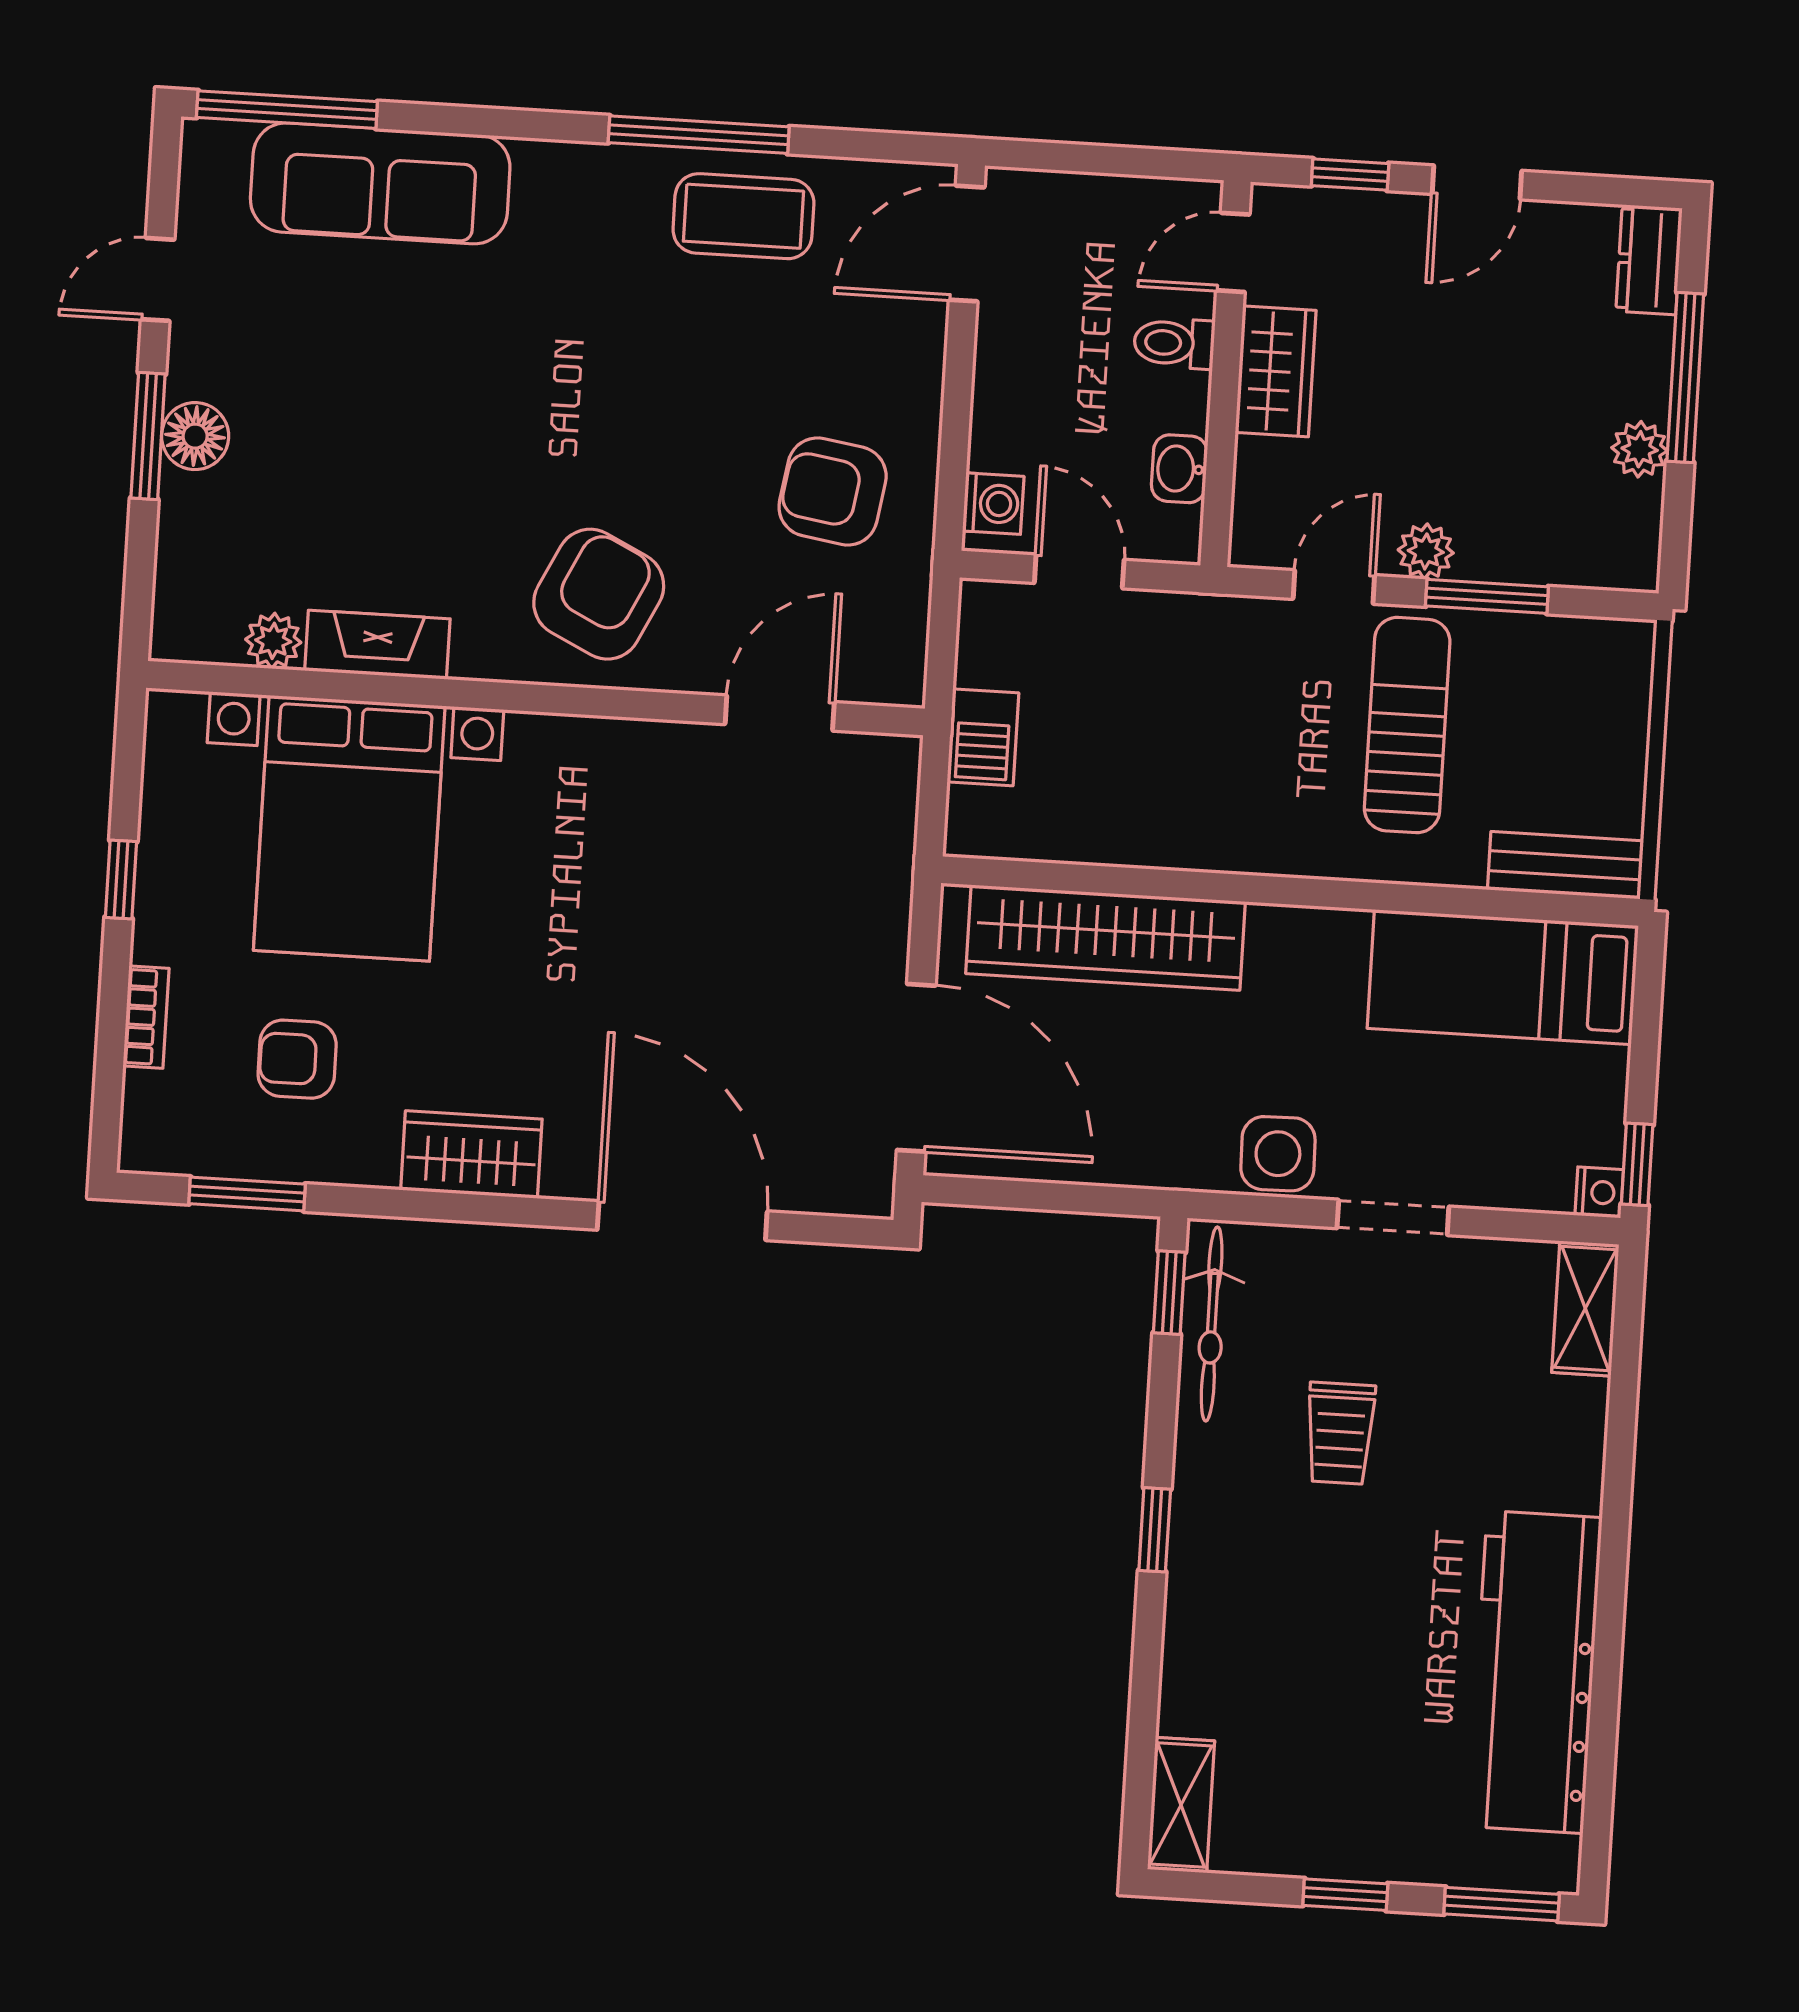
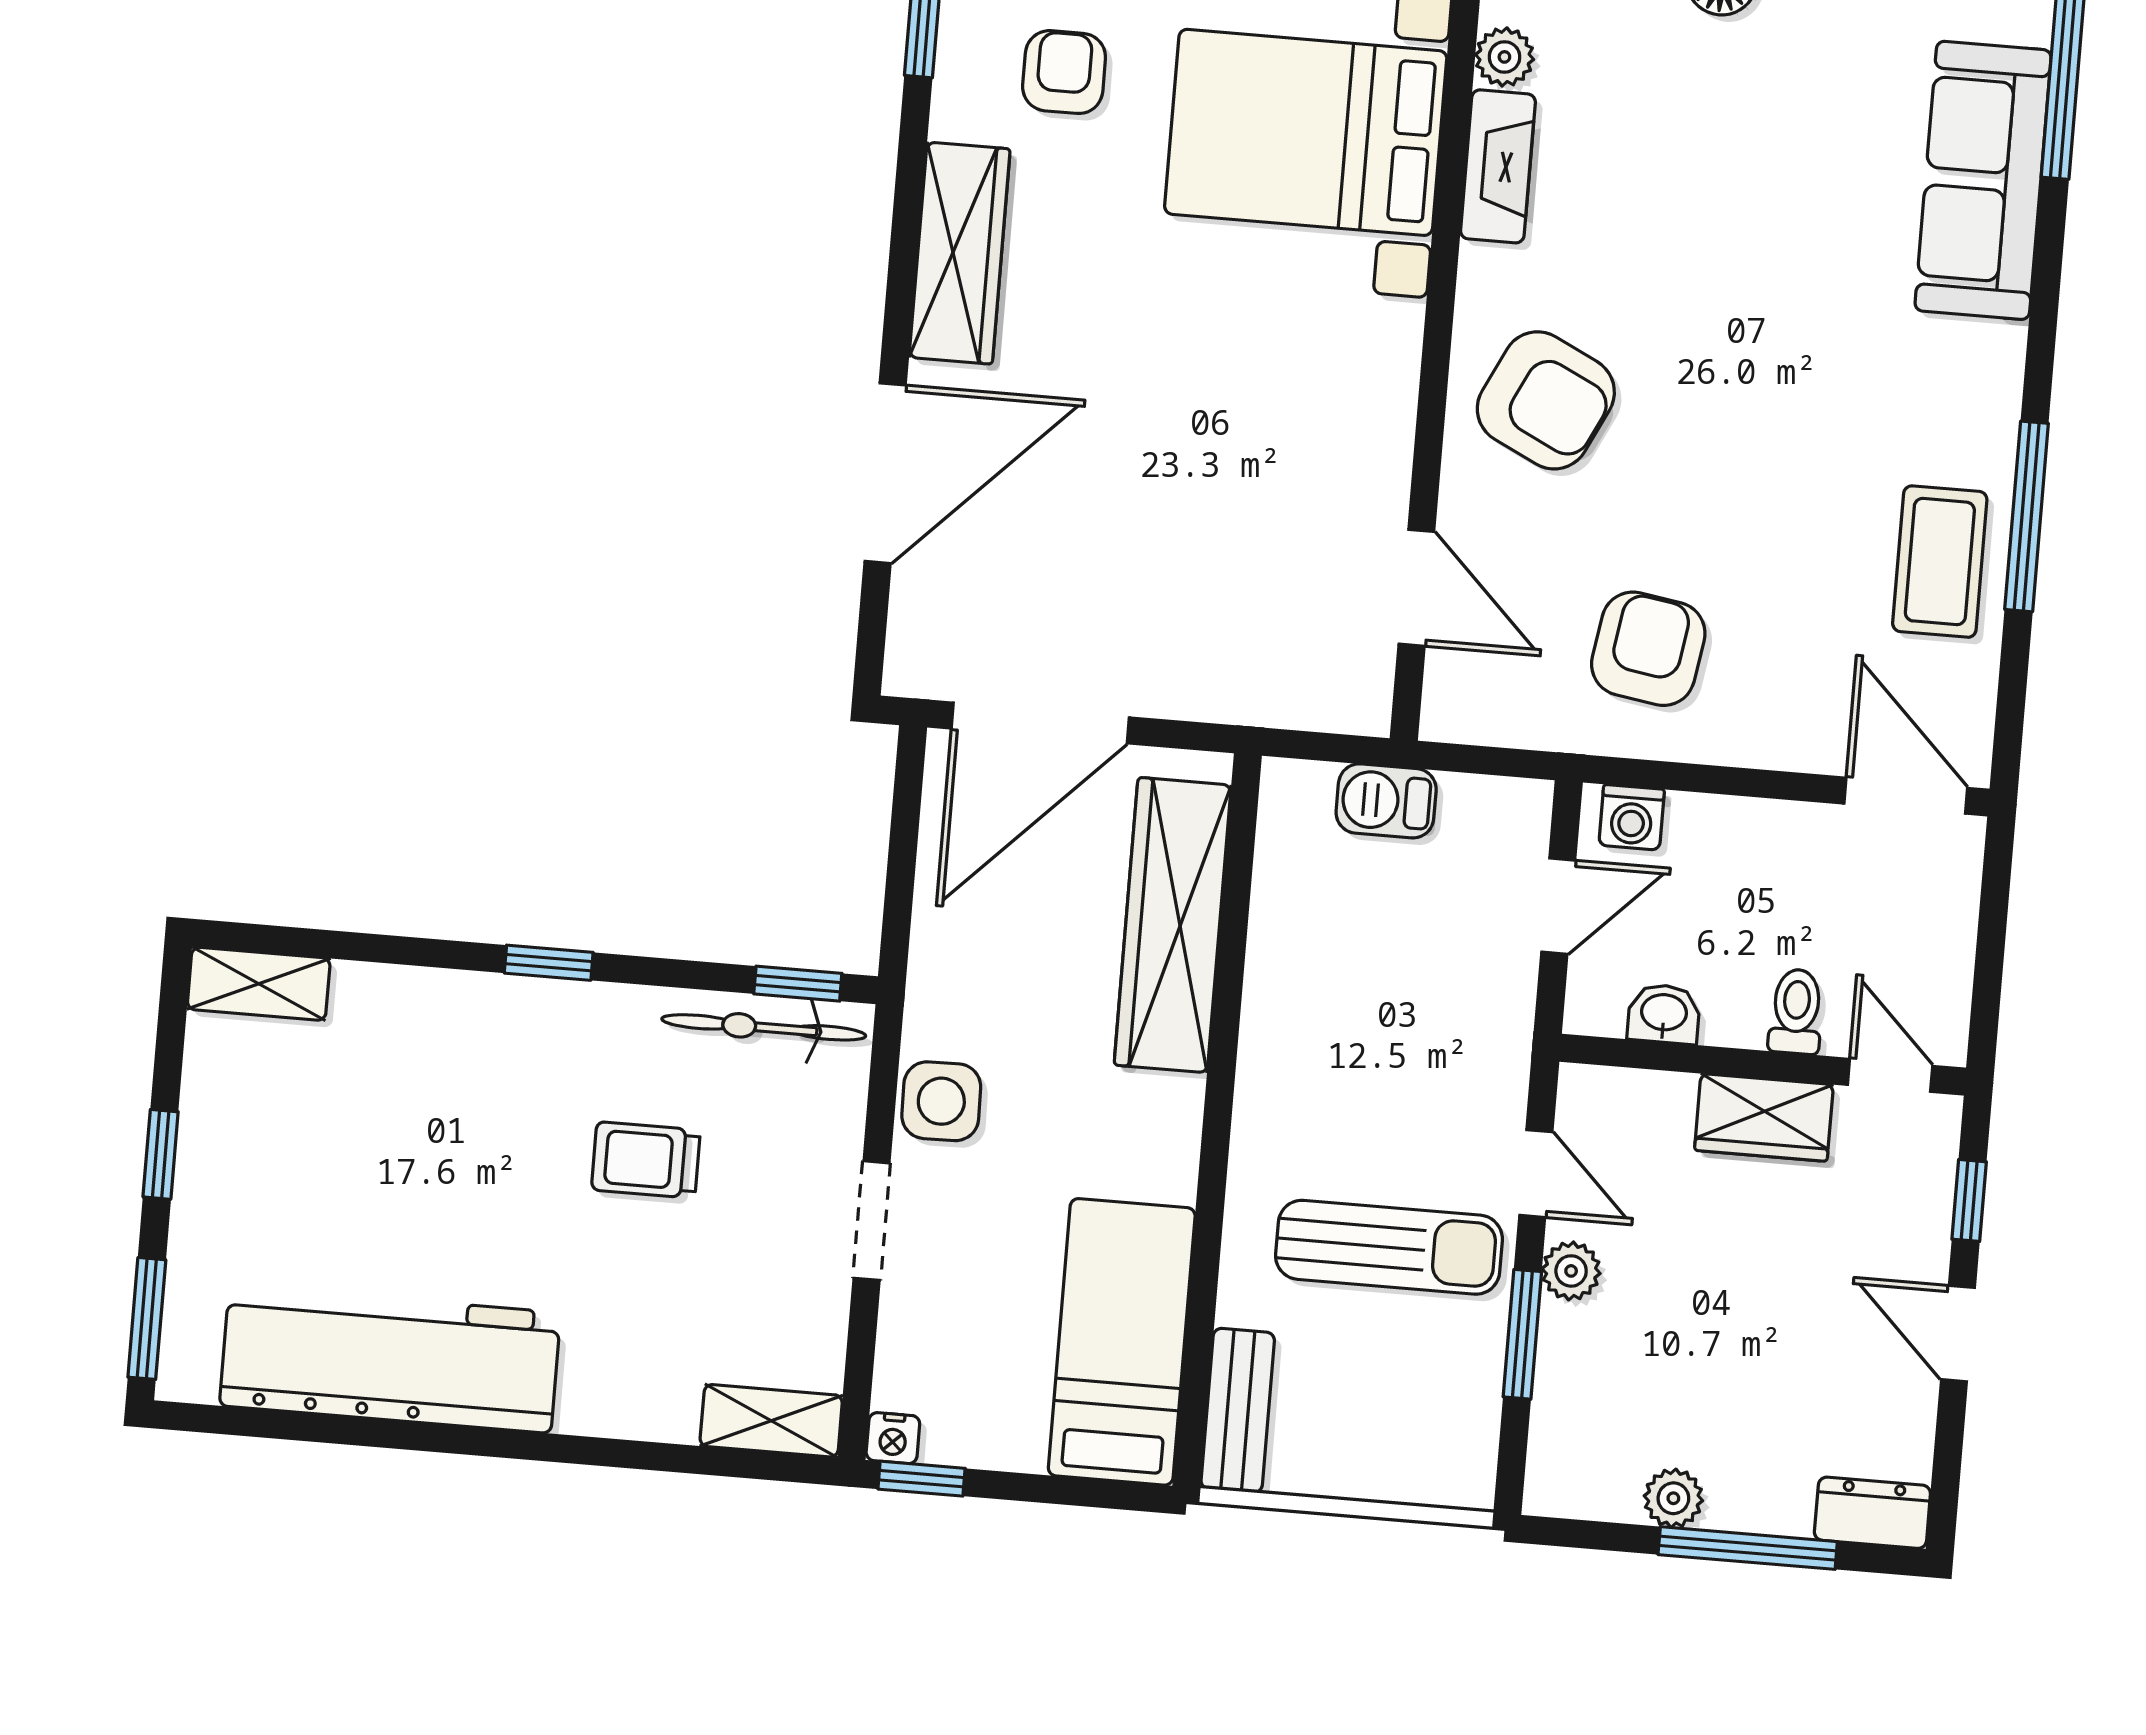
wardrobe: (471, 1155) -> (960, 253), width x1.50

